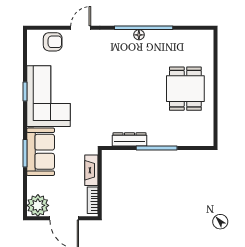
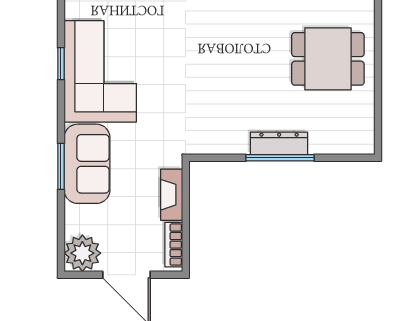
dining table: (185, 89) -> (328, 59), turned 90
dresser: (129, 139) -> (279, 143), moved

